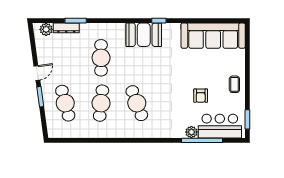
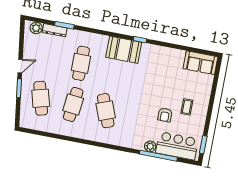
sofa: (213, 36) -> (200, 63), width x0.54, depth x0.79
coffee table: (234, 84) -> (187, 107), moved

